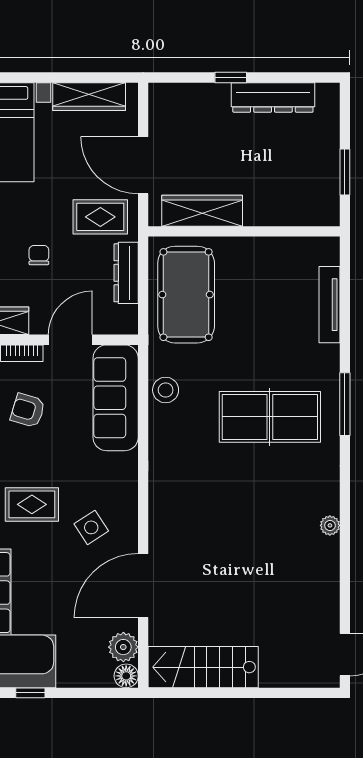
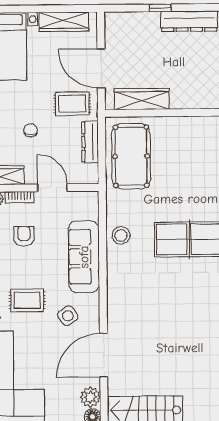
door: (70, 340) -> (52, 188), hinge flipped
stool: (166, 390) -> (121, 235), moved
sofa: (116, 398) -> (84, 257), moved
armchair: (28, 410) -> (24, 236), turned 73

